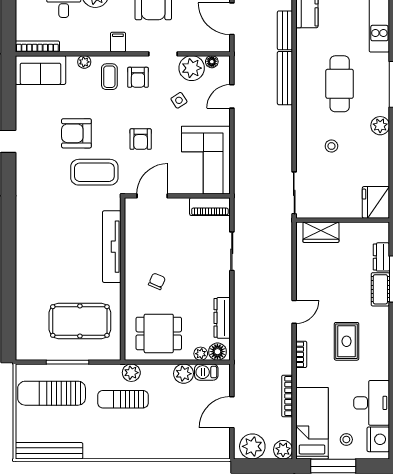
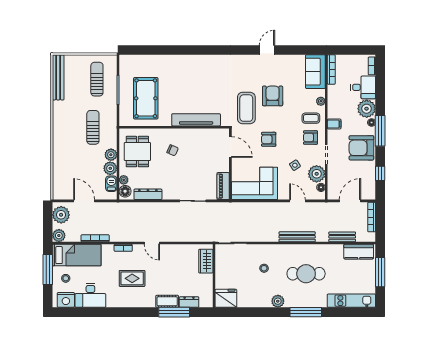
bench: (285, 78) -> (297, 237), moved
plant: (131, 373) -> (111, 155), moved
sun lounger: (52, 393) -> (97, 79), width x0.73, depth x0.75

